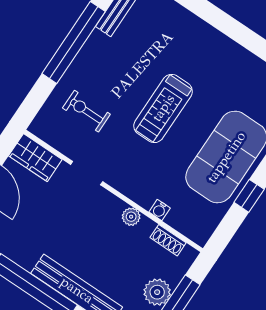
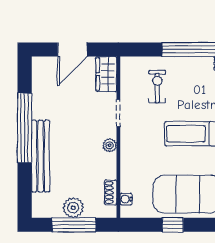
water cooler: (160, 210) -> (126, 199), moved
plant: (131, 217) -> (110, 145), moved

